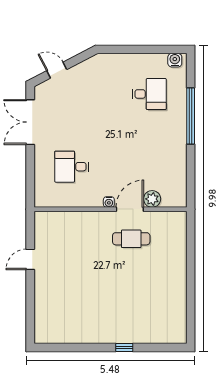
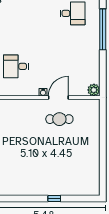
plant: (152, 199) -> (94, 90), moved

